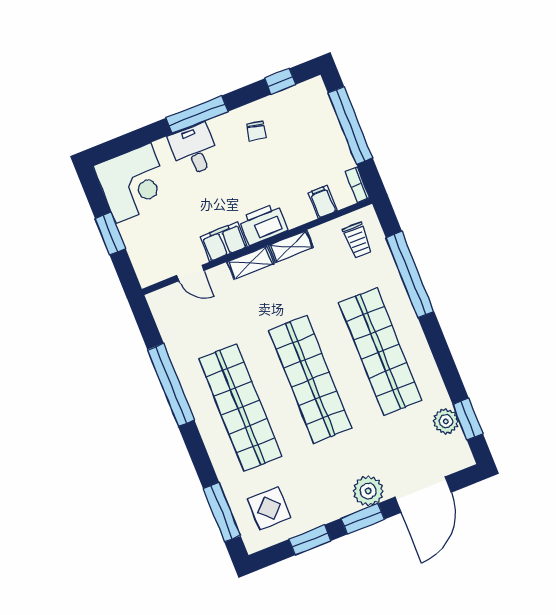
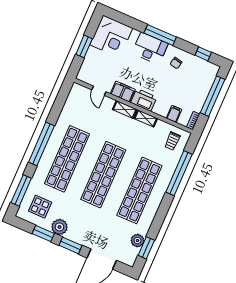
desk: (194, 149) -> (150, 48), width x1.37
window: (171, 385) -> (41, 144), moved
plant: (368, 491) -> (59, 227), moved

